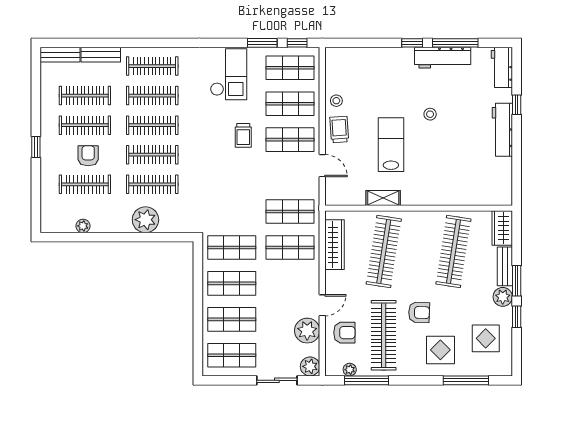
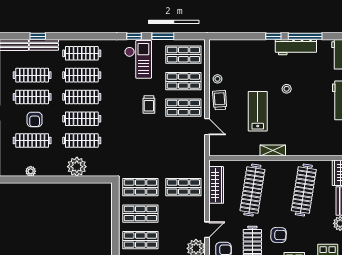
window: (93, 43) -> (38, 36), added
window: (297, 43) -> (134, 36), moved
armchair: (88, 156) -> (35, 119), turned 180
shelving: (383, 198) -> (273, 151), moved
shop shelf: (290, 212) -> (183, 161), removed

